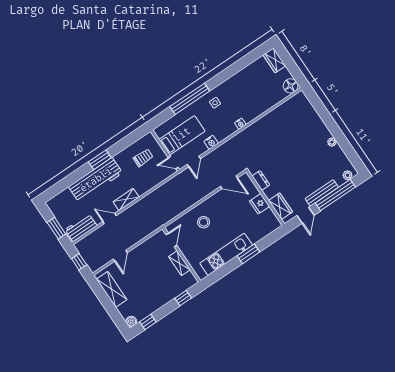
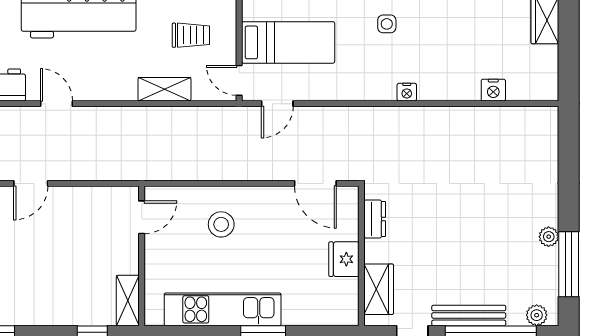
floor lamp: (291, 86) -> (543, 85), removed
nightstand: (211, 142) -> (493, 90), moved
window: (347, 148) -> (569, 264), added
shelving: (126, 199) -> (164, 89), moved
shelving: (179, 263) -> (128, 300), moved

